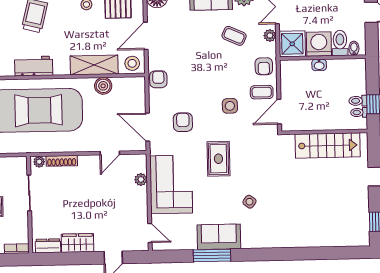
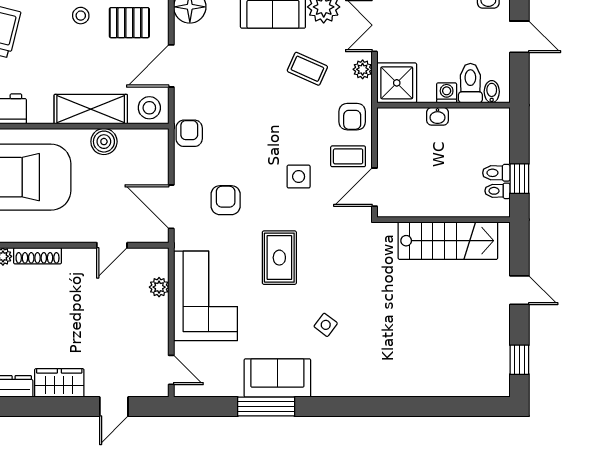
washing machine: (319, 44) -> (447, 93), width x0.53, depth x0.53

